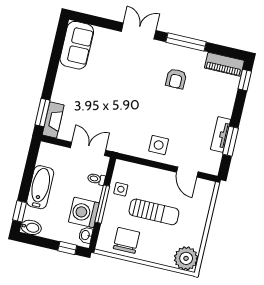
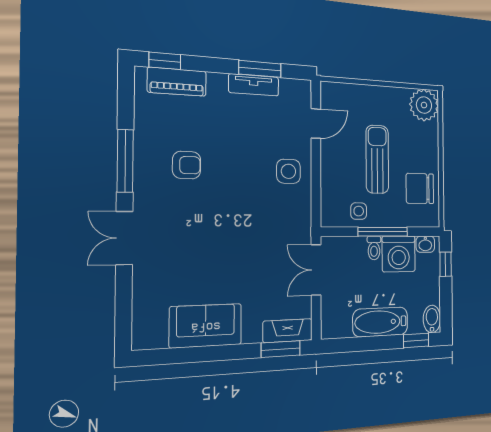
sofa: (77, 45) -> (206, 326), moved
piano: (224, 64) -> (177, 82), moved, turned 90
toilet: (96, 179) -> (374, 248), moved

